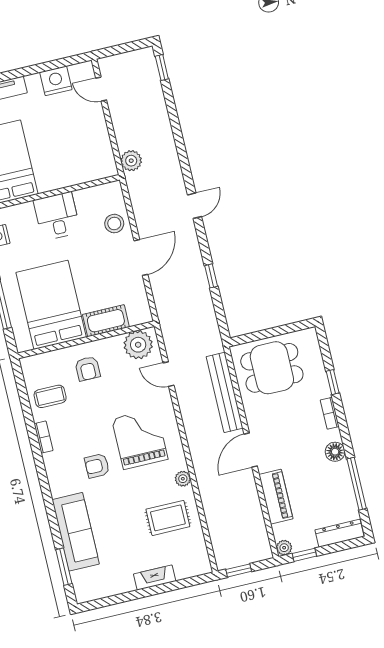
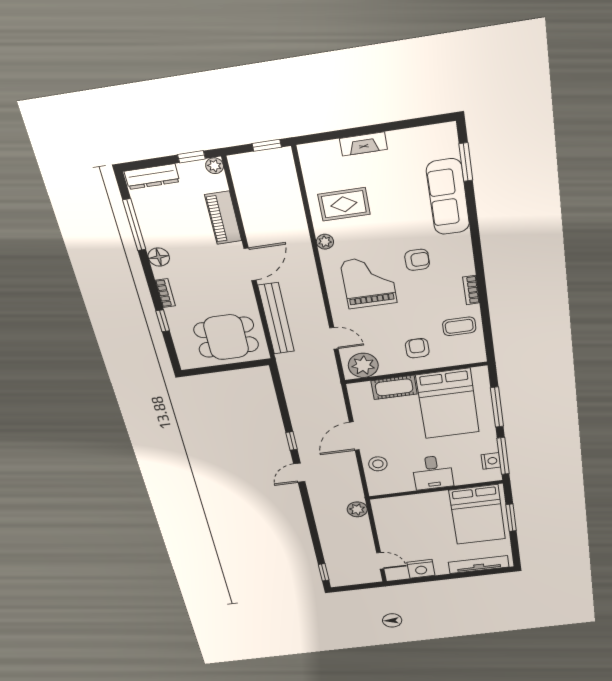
window: (211, 276) -> (291, 441), moved
grand piano: (140, 439) -> (369, 282), turned 180

